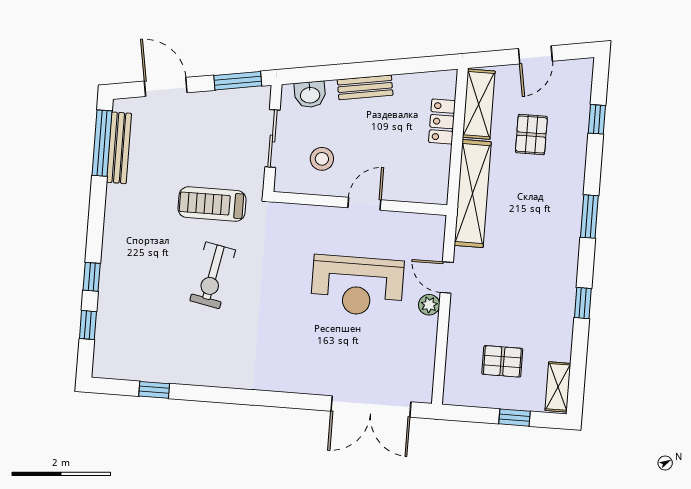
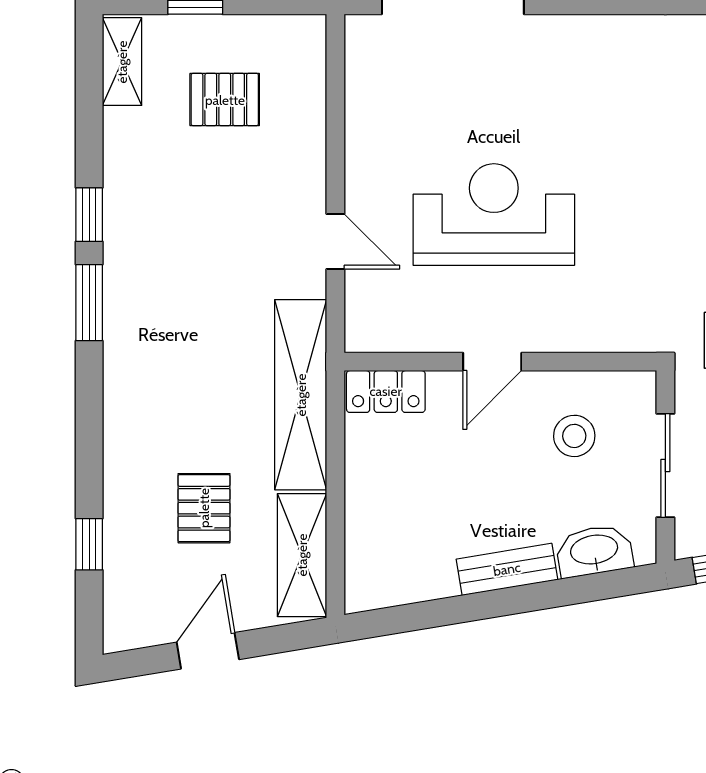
washbasin: (310, 95) -> (594, 551), width x1.38
locker: (442, 122) -> (386, 391), moved, turned 90
window: (589, 217) -> (89, 303), moved
plant: (429, 305) -> (363, 190), removed

